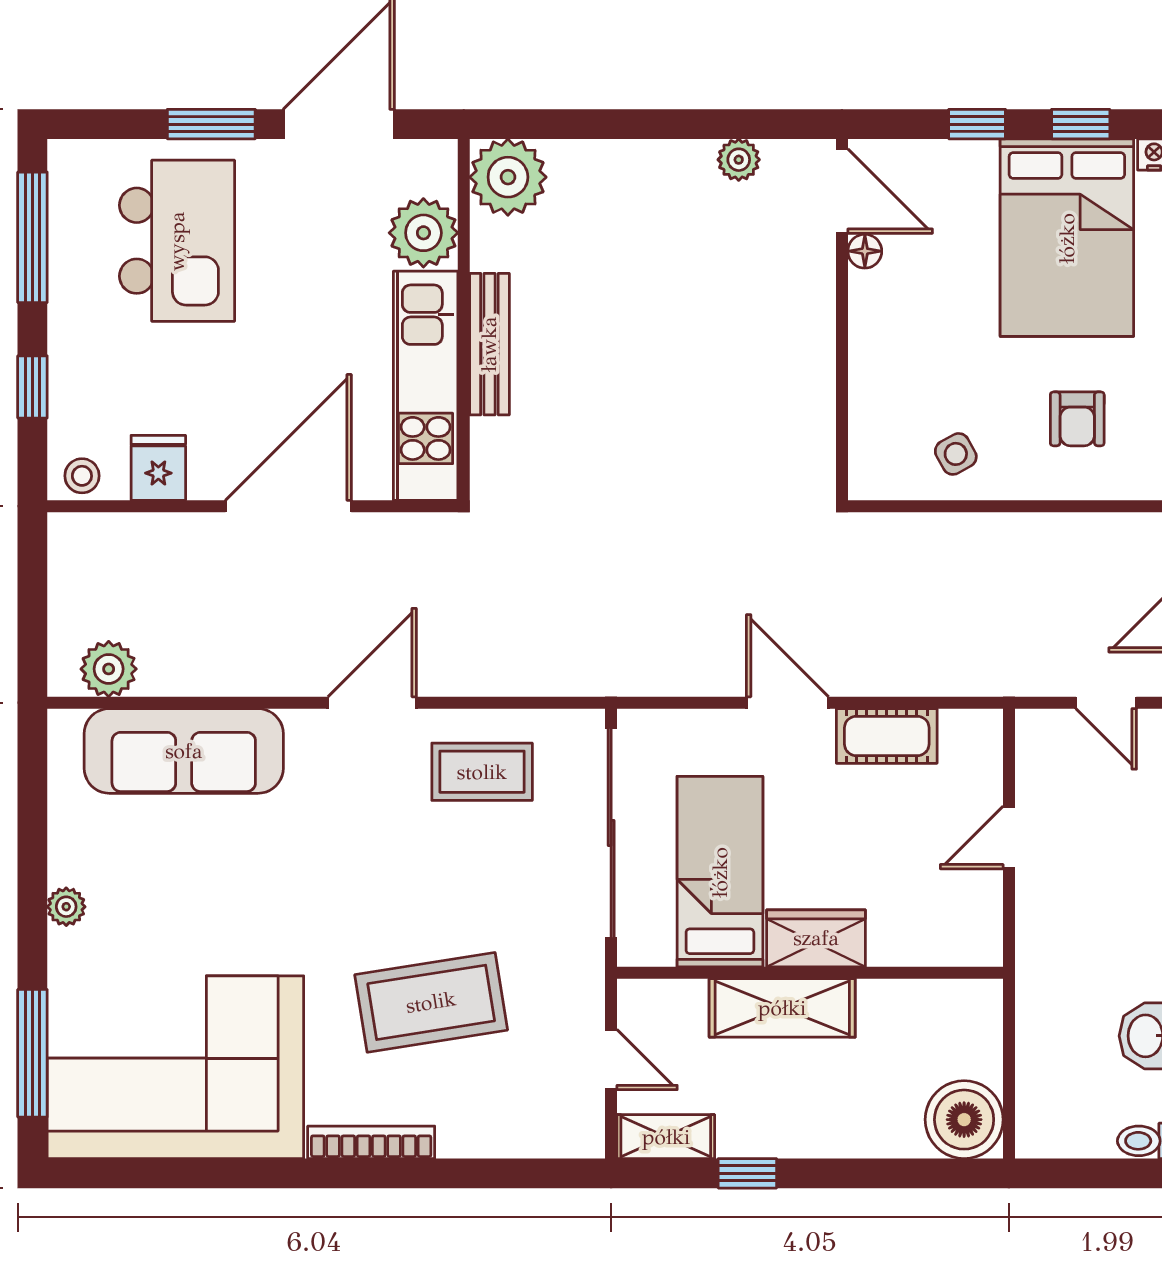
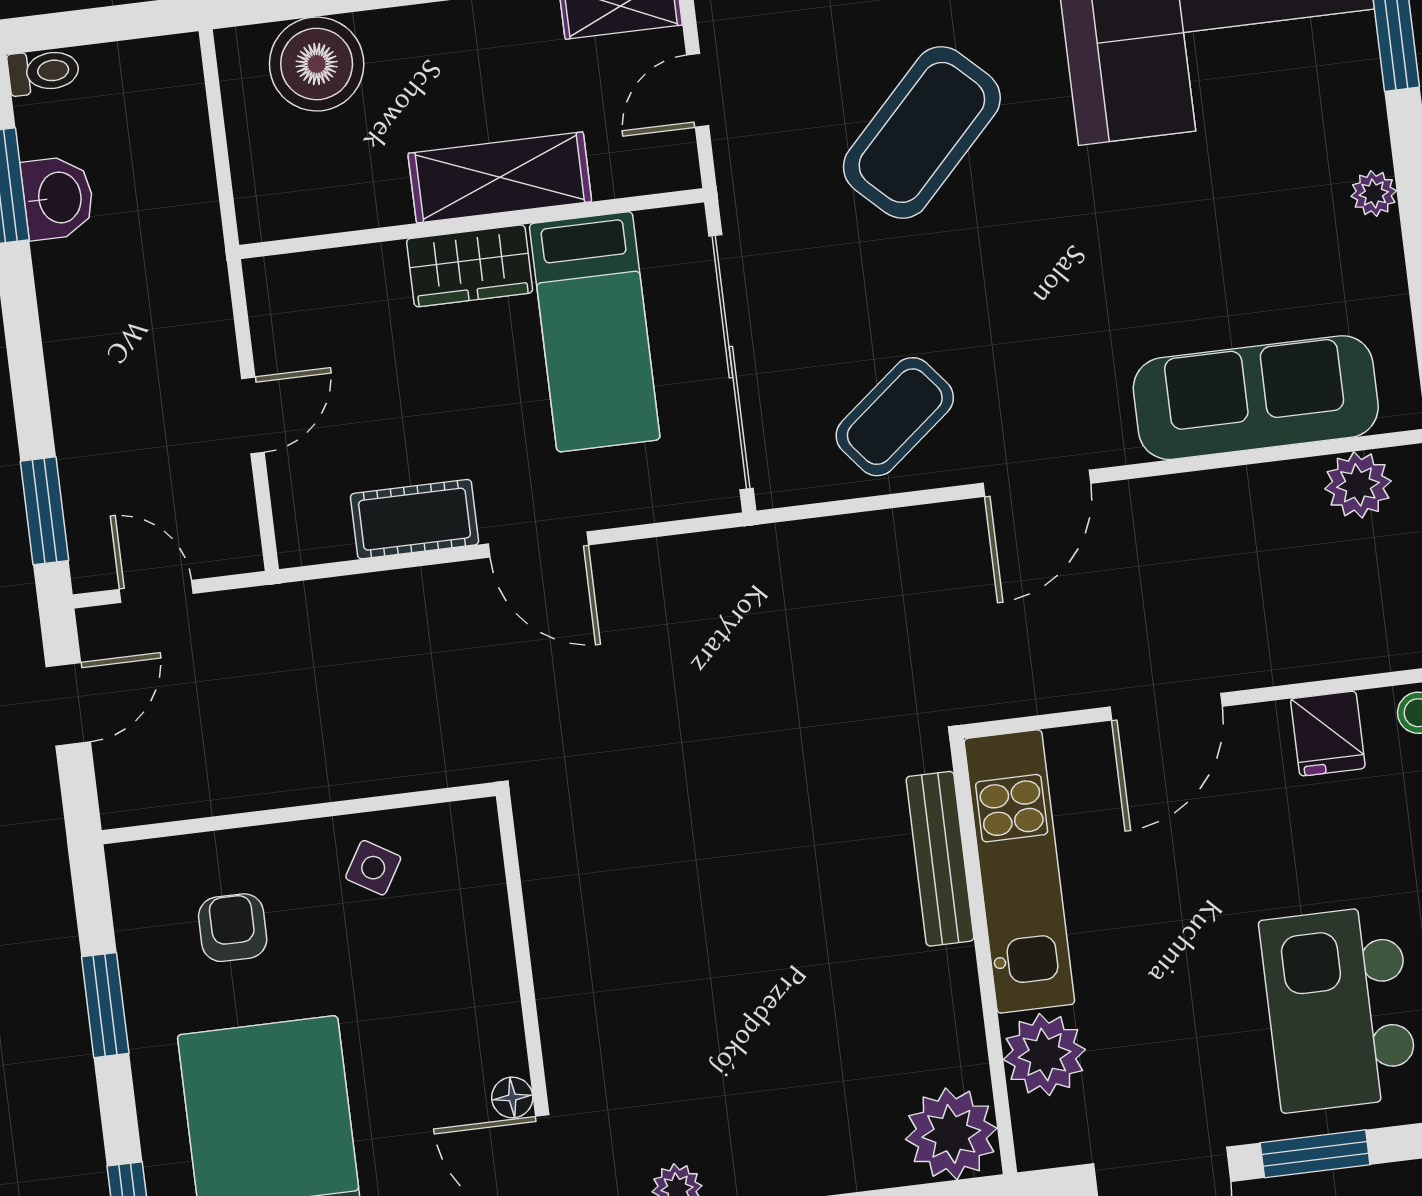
bench: (489, 344) -> (940, 859), moved
side table: (956, 454) -> (373, 868), turned -30
door: (288, 506) -> (1166, 707), width x0.73
coffee table: (482, 772) -> (895, 417), turned -39
coffee table: (431, 1002) -> (922, 132), turned -37
door: (611, 1060) -> (698, 90), hinge flipped
boiler: (964, 1120) -> (317, 64), moved

